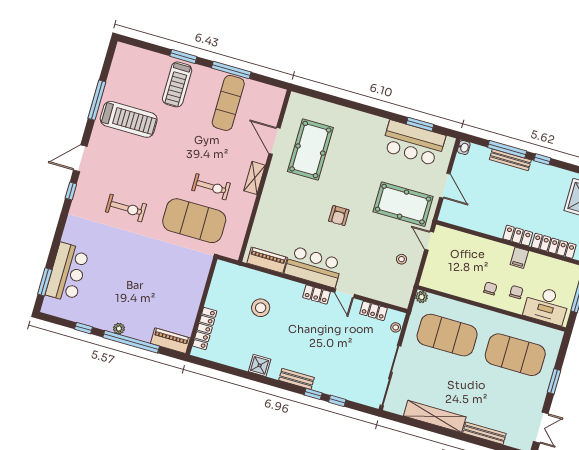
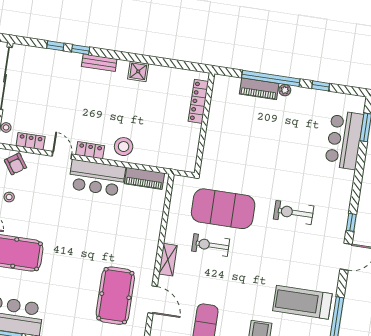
armchair: (339, 216) -> (15, 164), moved, turned 145
stool: (261, 308) -> (124, 147), moved
piano: (170, 341) -> (259, 89), moved

